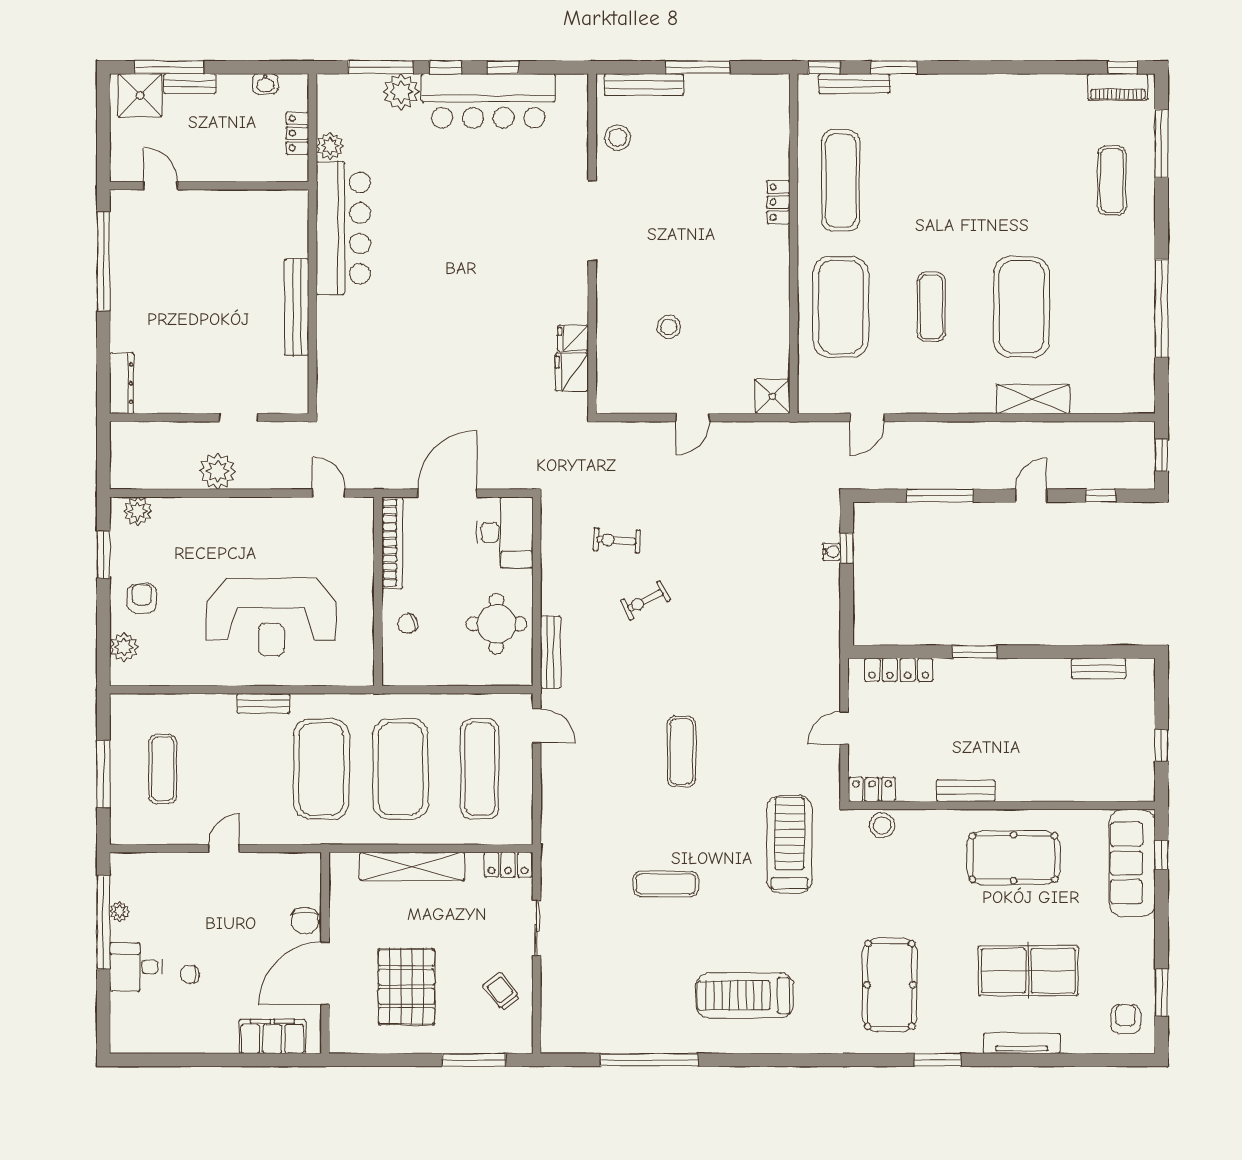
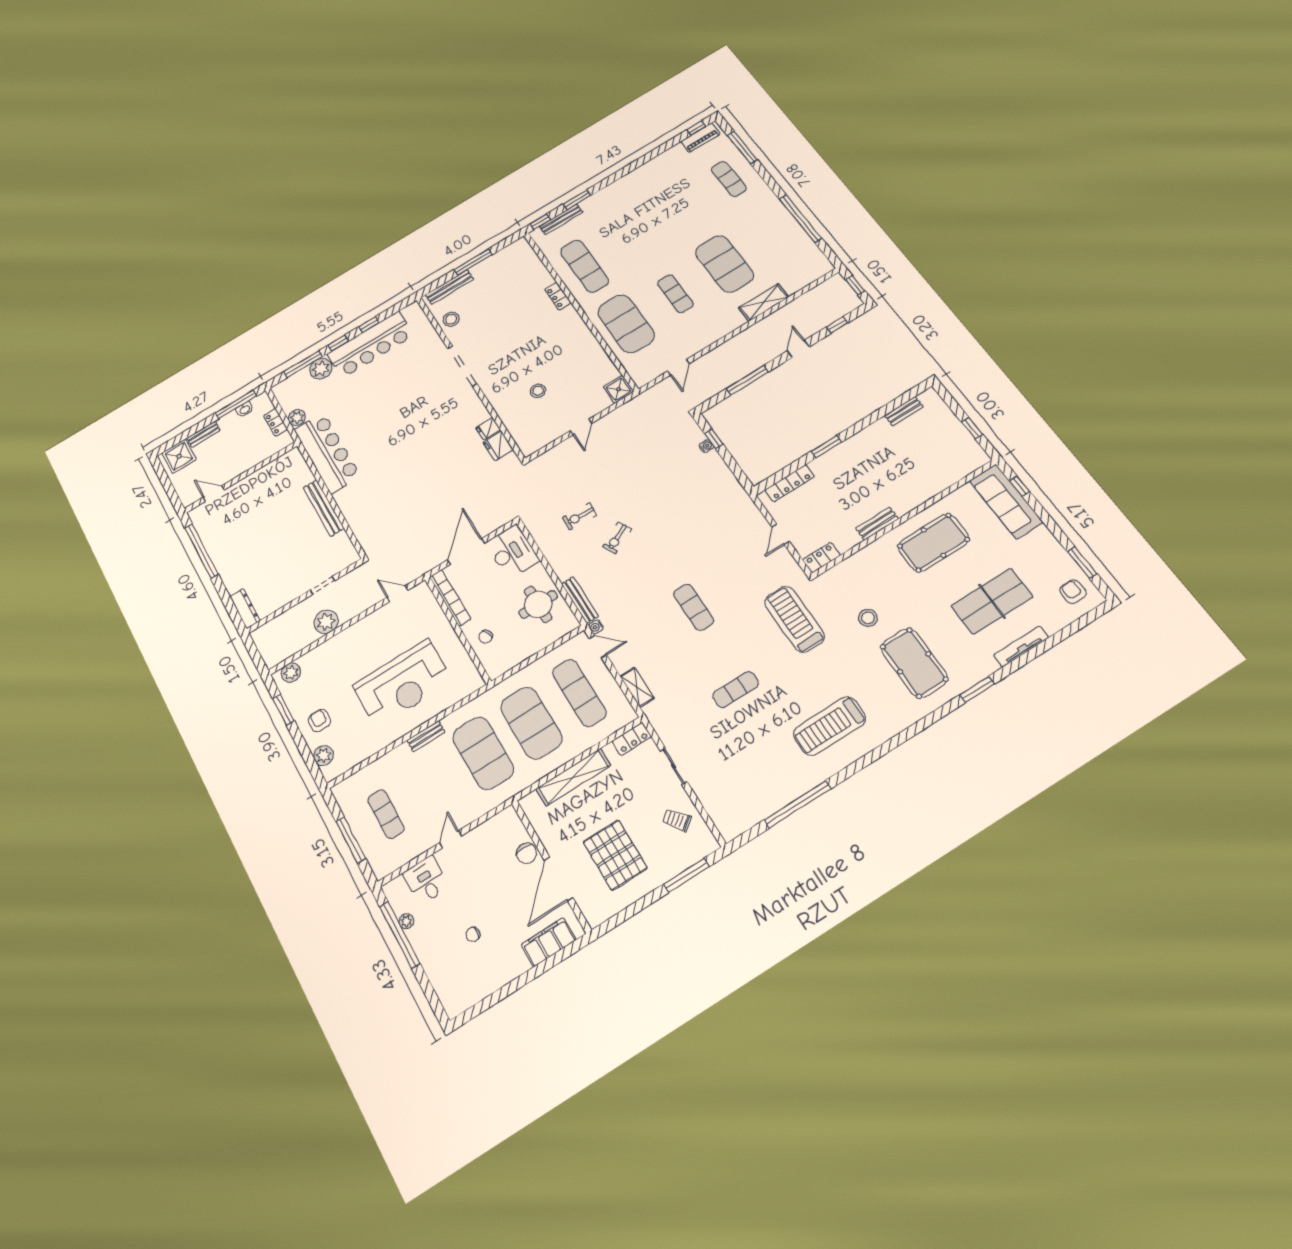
window: (169, 67) -> (236, 404), moved
water cooler: (549, 699) -> (596, 627), added
shelving: (553, 807) -> (637, 687), added
stool: (882, 825) -> (868, 618), moved
desk: (136, 967) -> (426, 880), moved, turned 90

